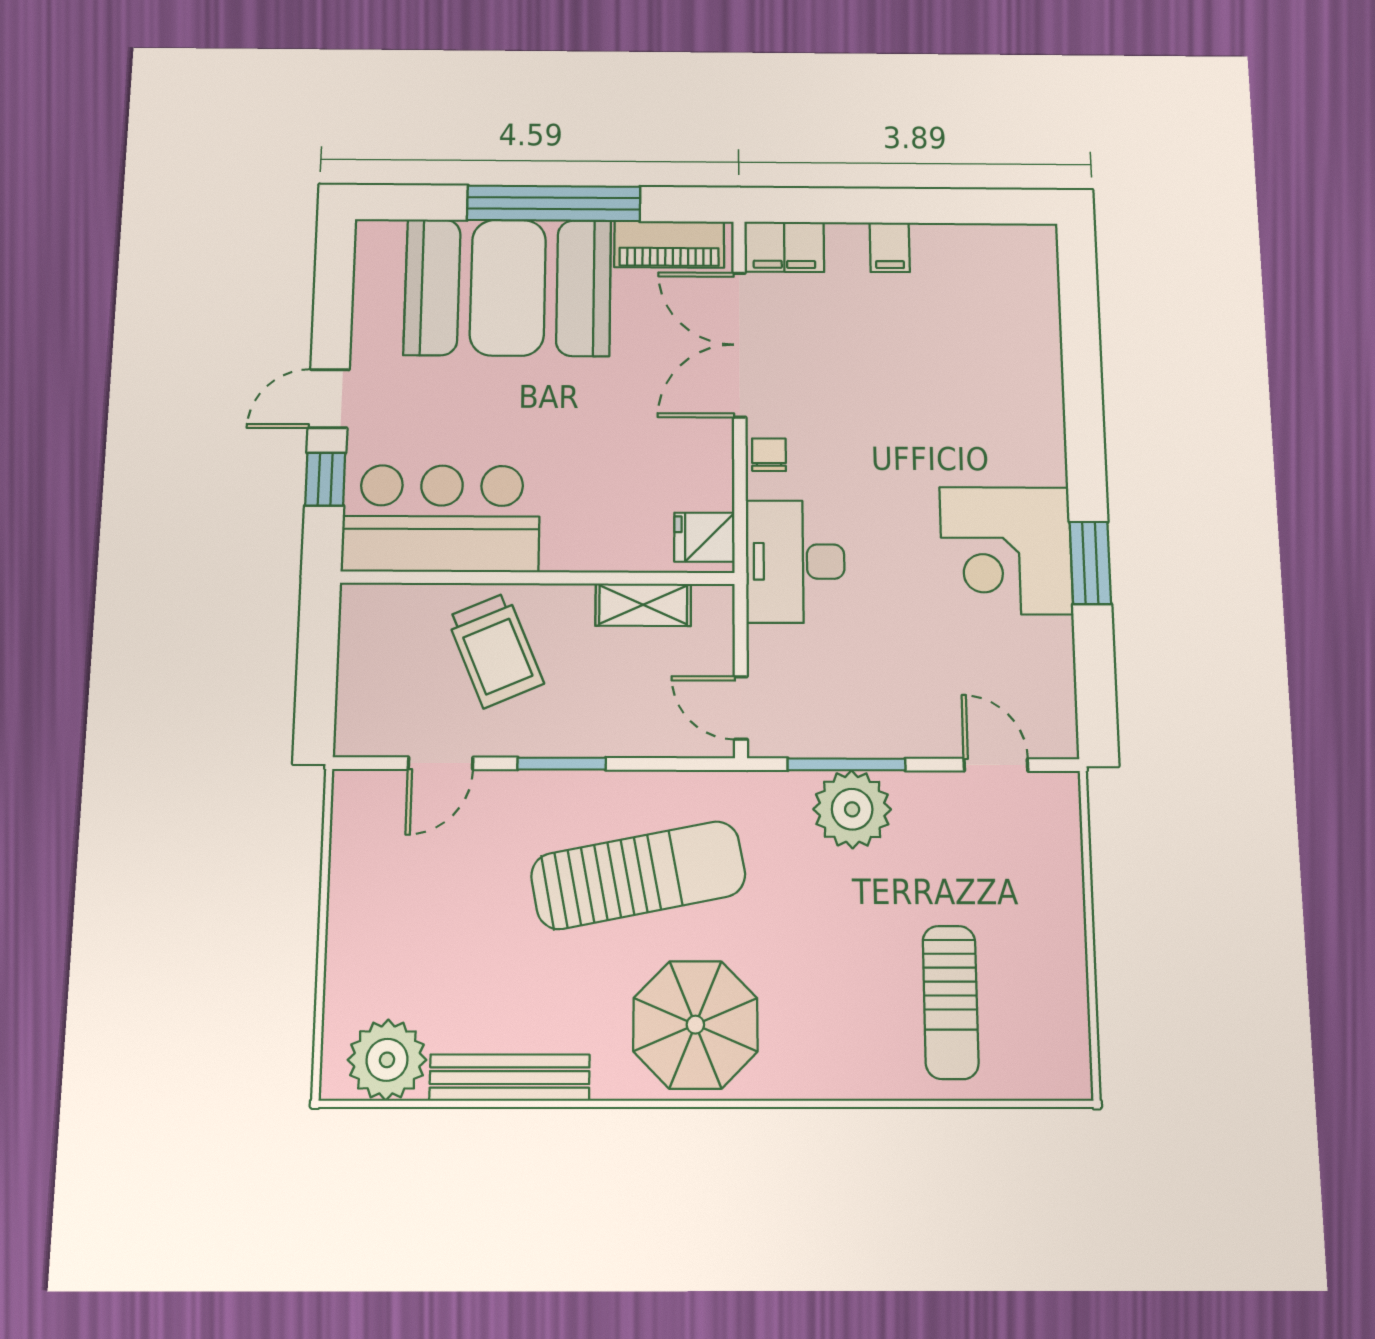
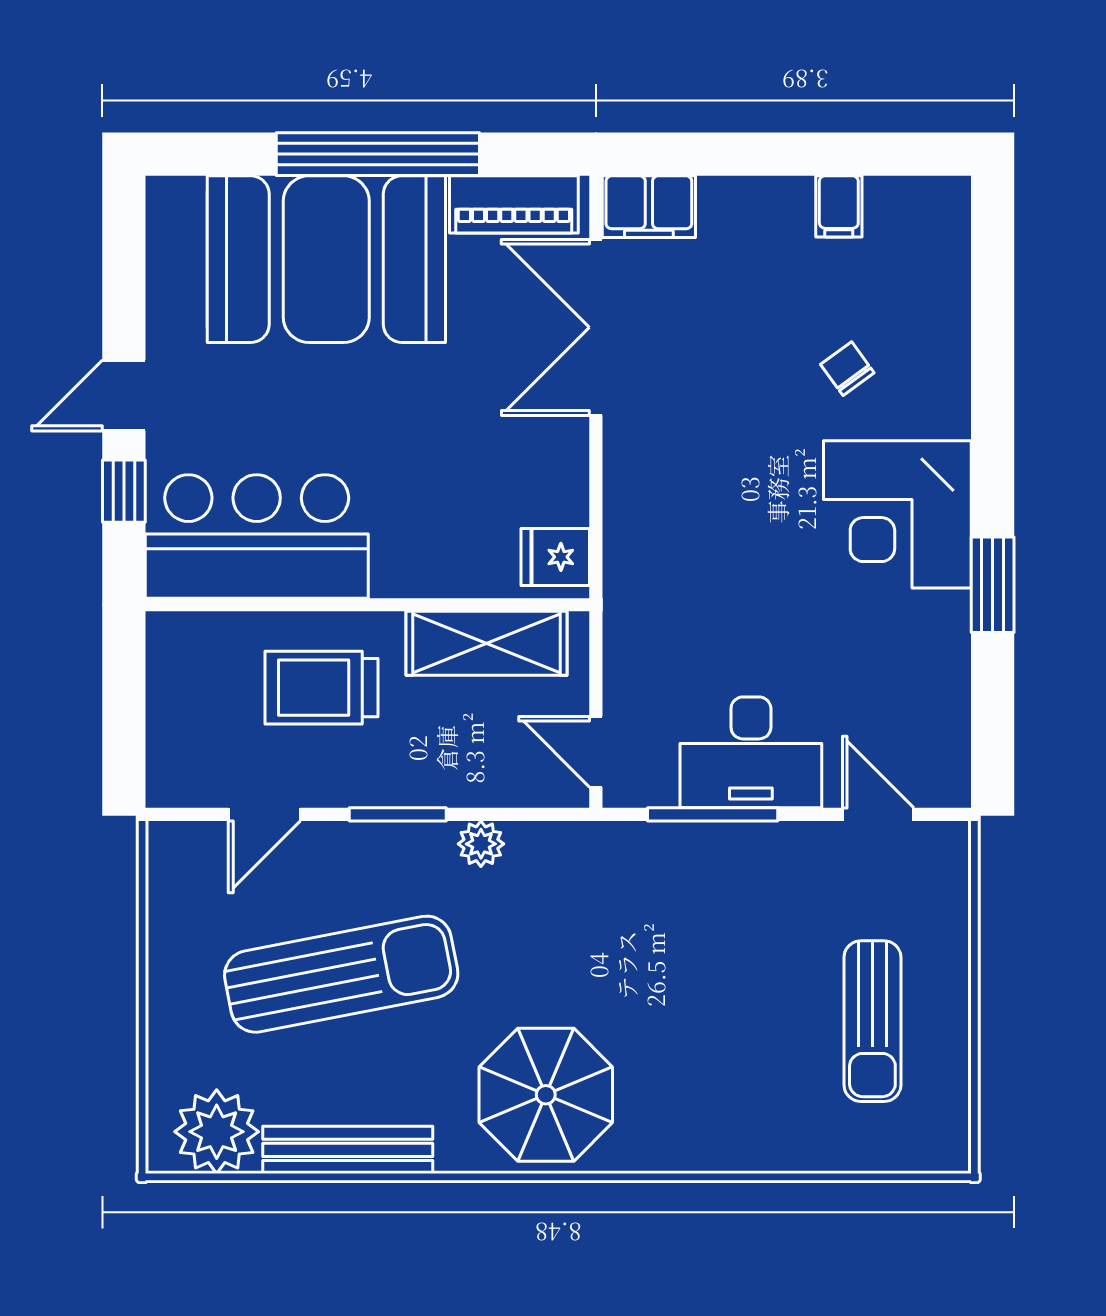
filing cabinet: (890, 247) -> (839, 206), moved
chair: (769, 455) -> (847, 369), moved, turned -36
corner desk: (1006, 550) -> (897, 514), moved
desk: (795, 561) -> (751, 752), moved, turned -90
shelving: (643, 605) -> (487, 643), width x1.50, depth x1.33
trolley: (495, 650) -> (322, 688), turned 113
plant: (852, 809) -> (481, 844), moved, width x0.53, depth x0.53
sun lounger: (638, 875) -> (341, 974), moved
sun lounger: (951, 1002) -> (872, 1021), moved

